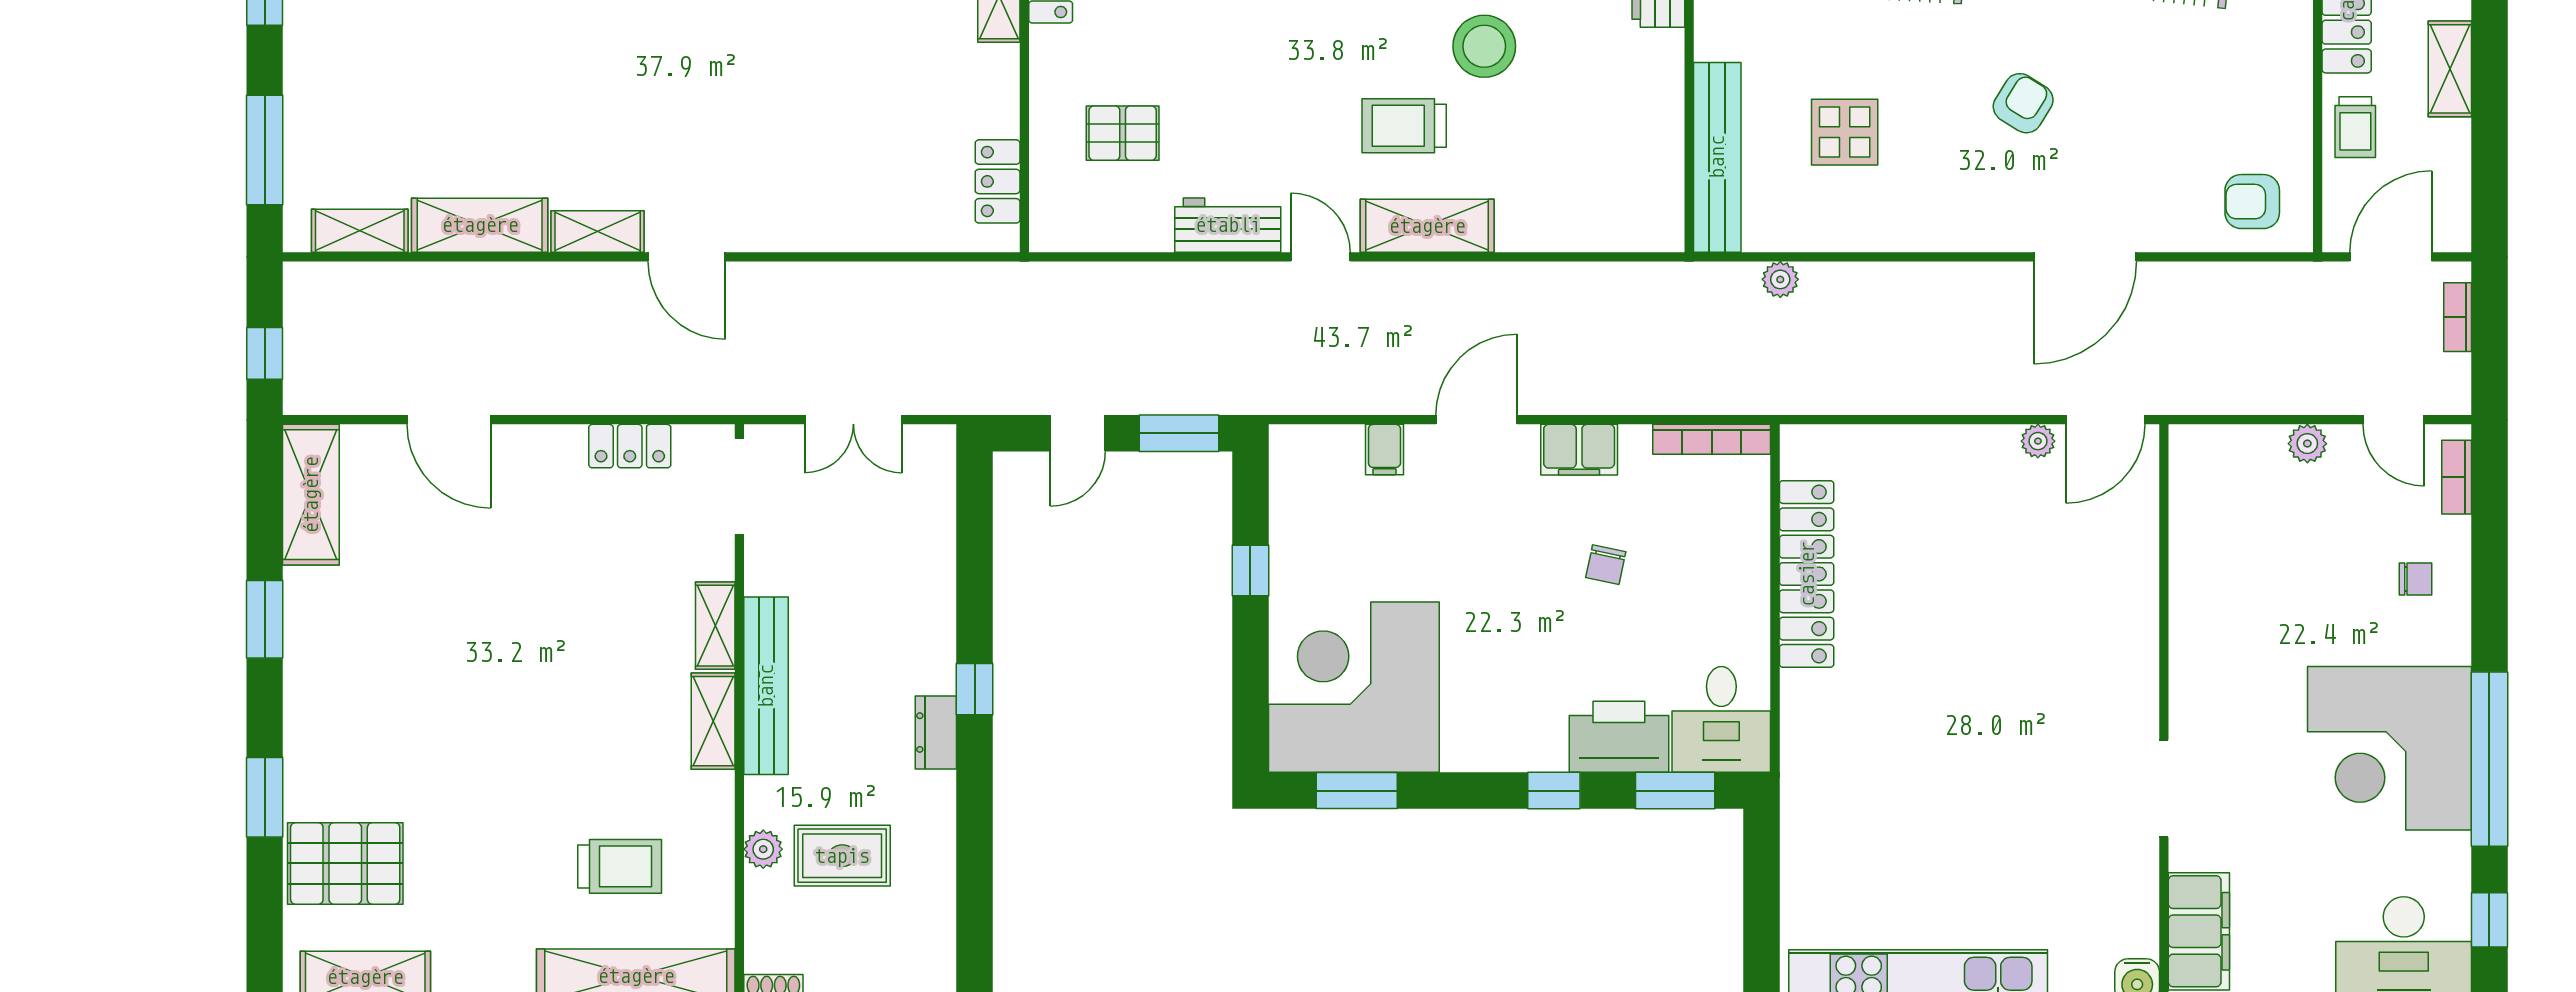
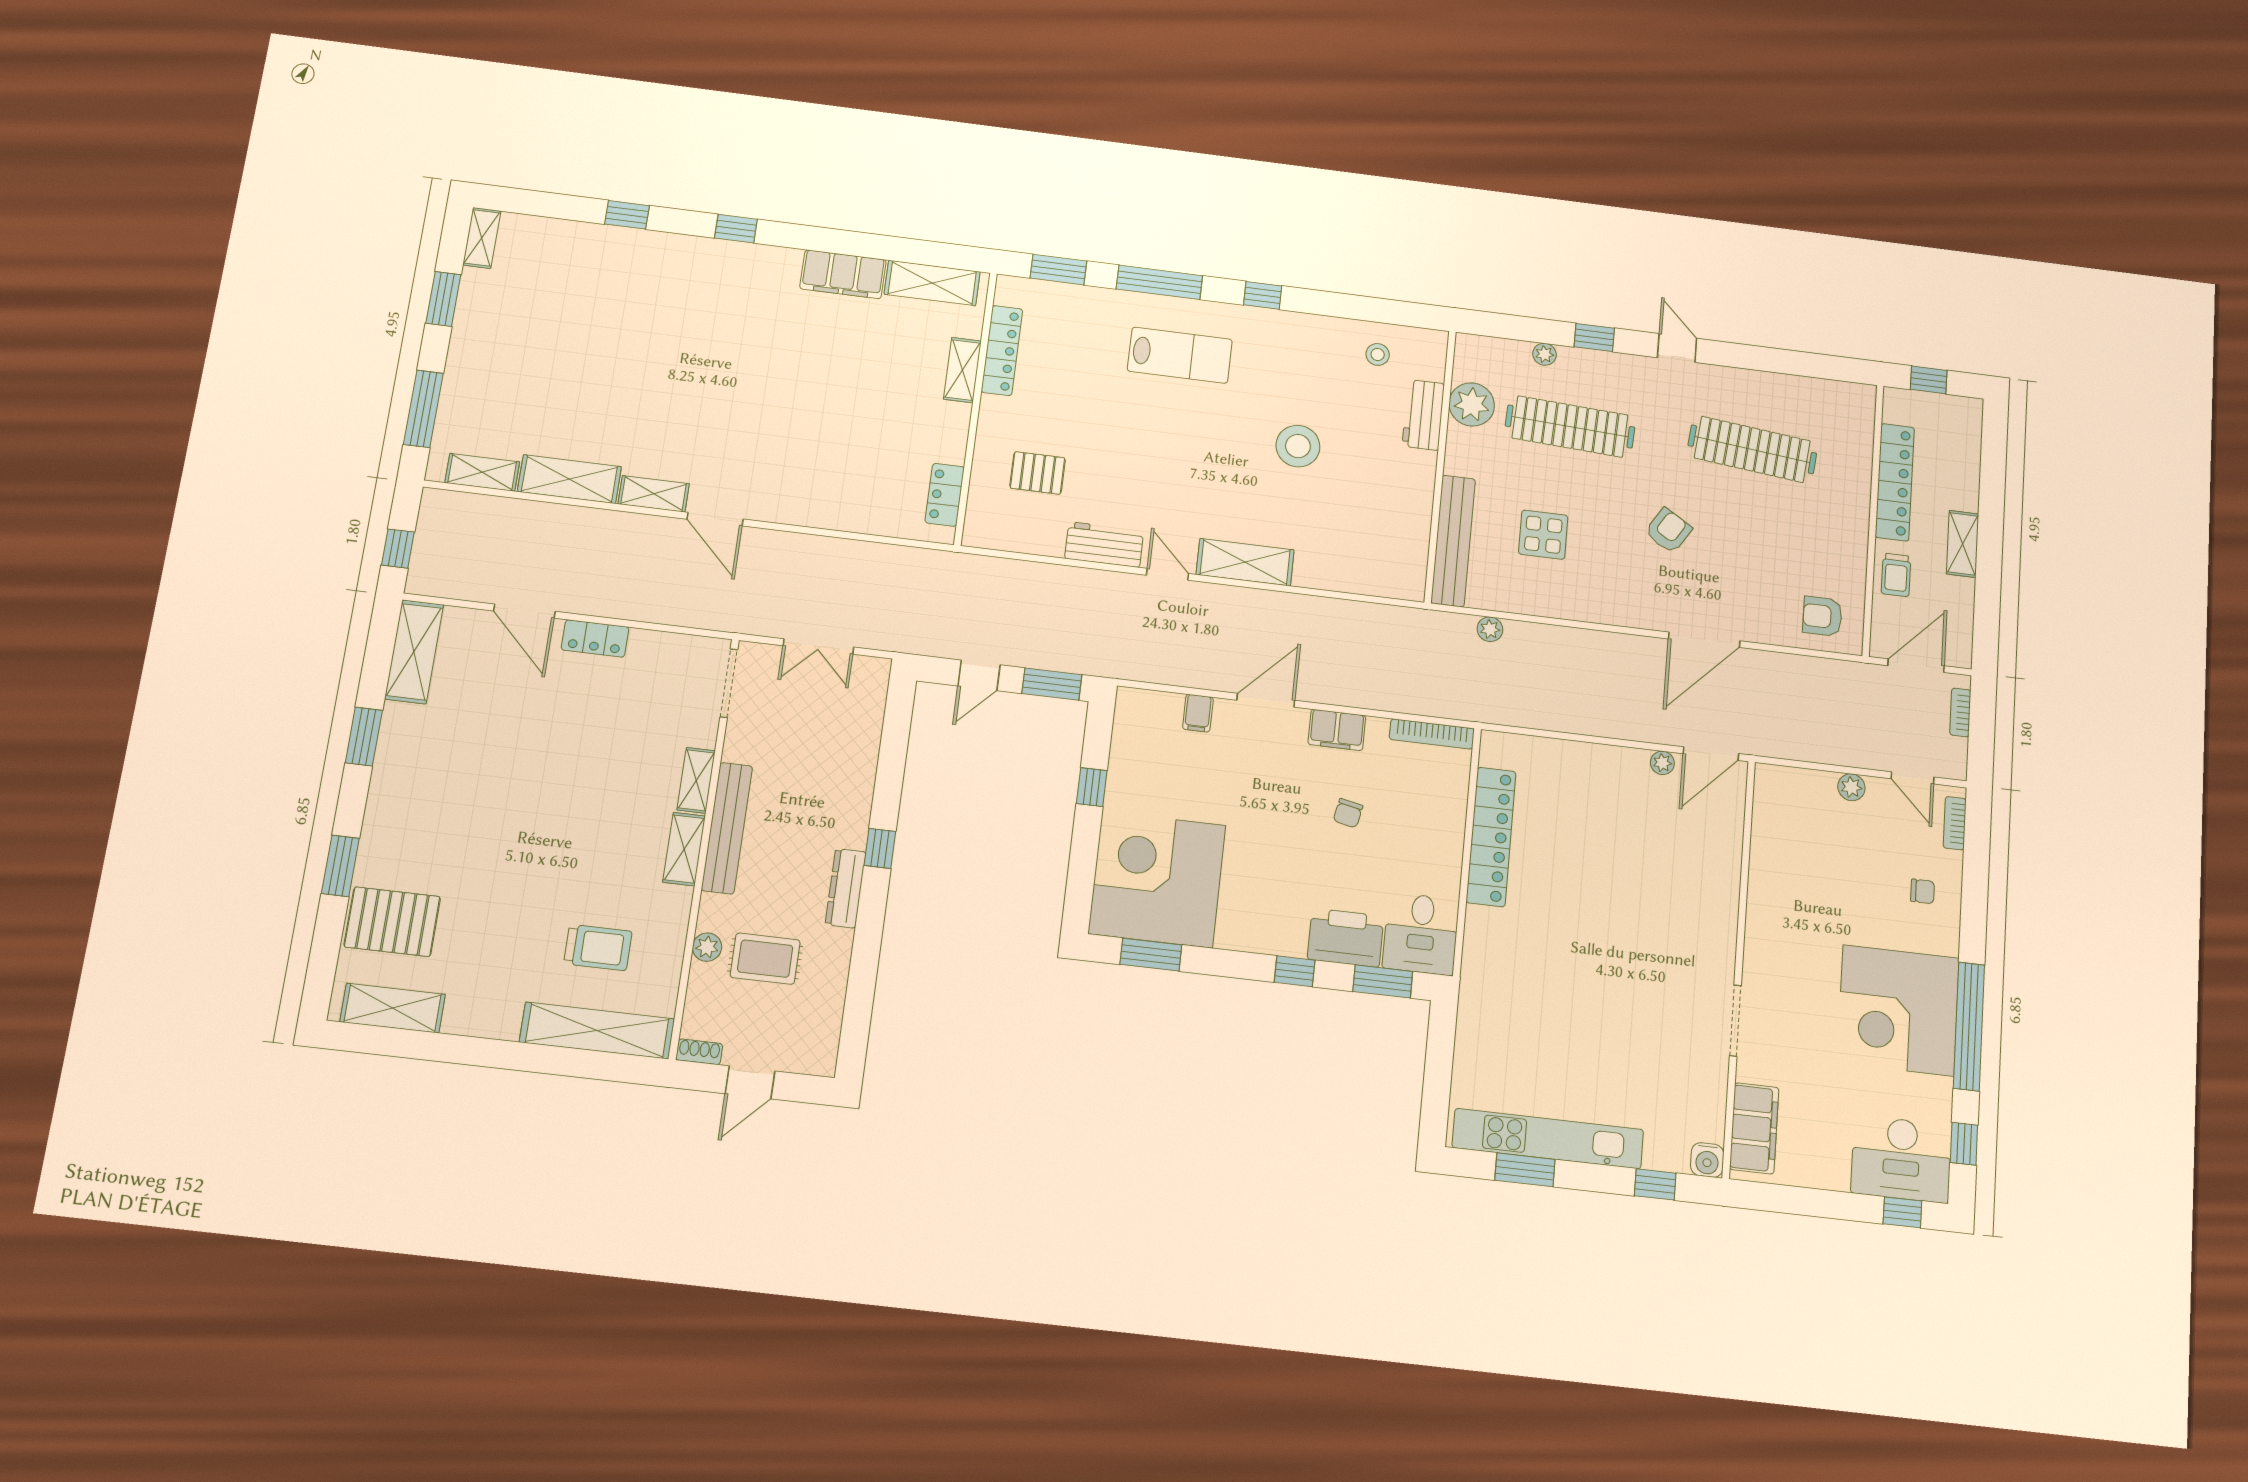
trolley: (1404, 126) -> (1236, 492), removed
locker: (630, 446) -> (595, 638), moved
dresser: (936, 733) -> (846, 888), width x1.44

